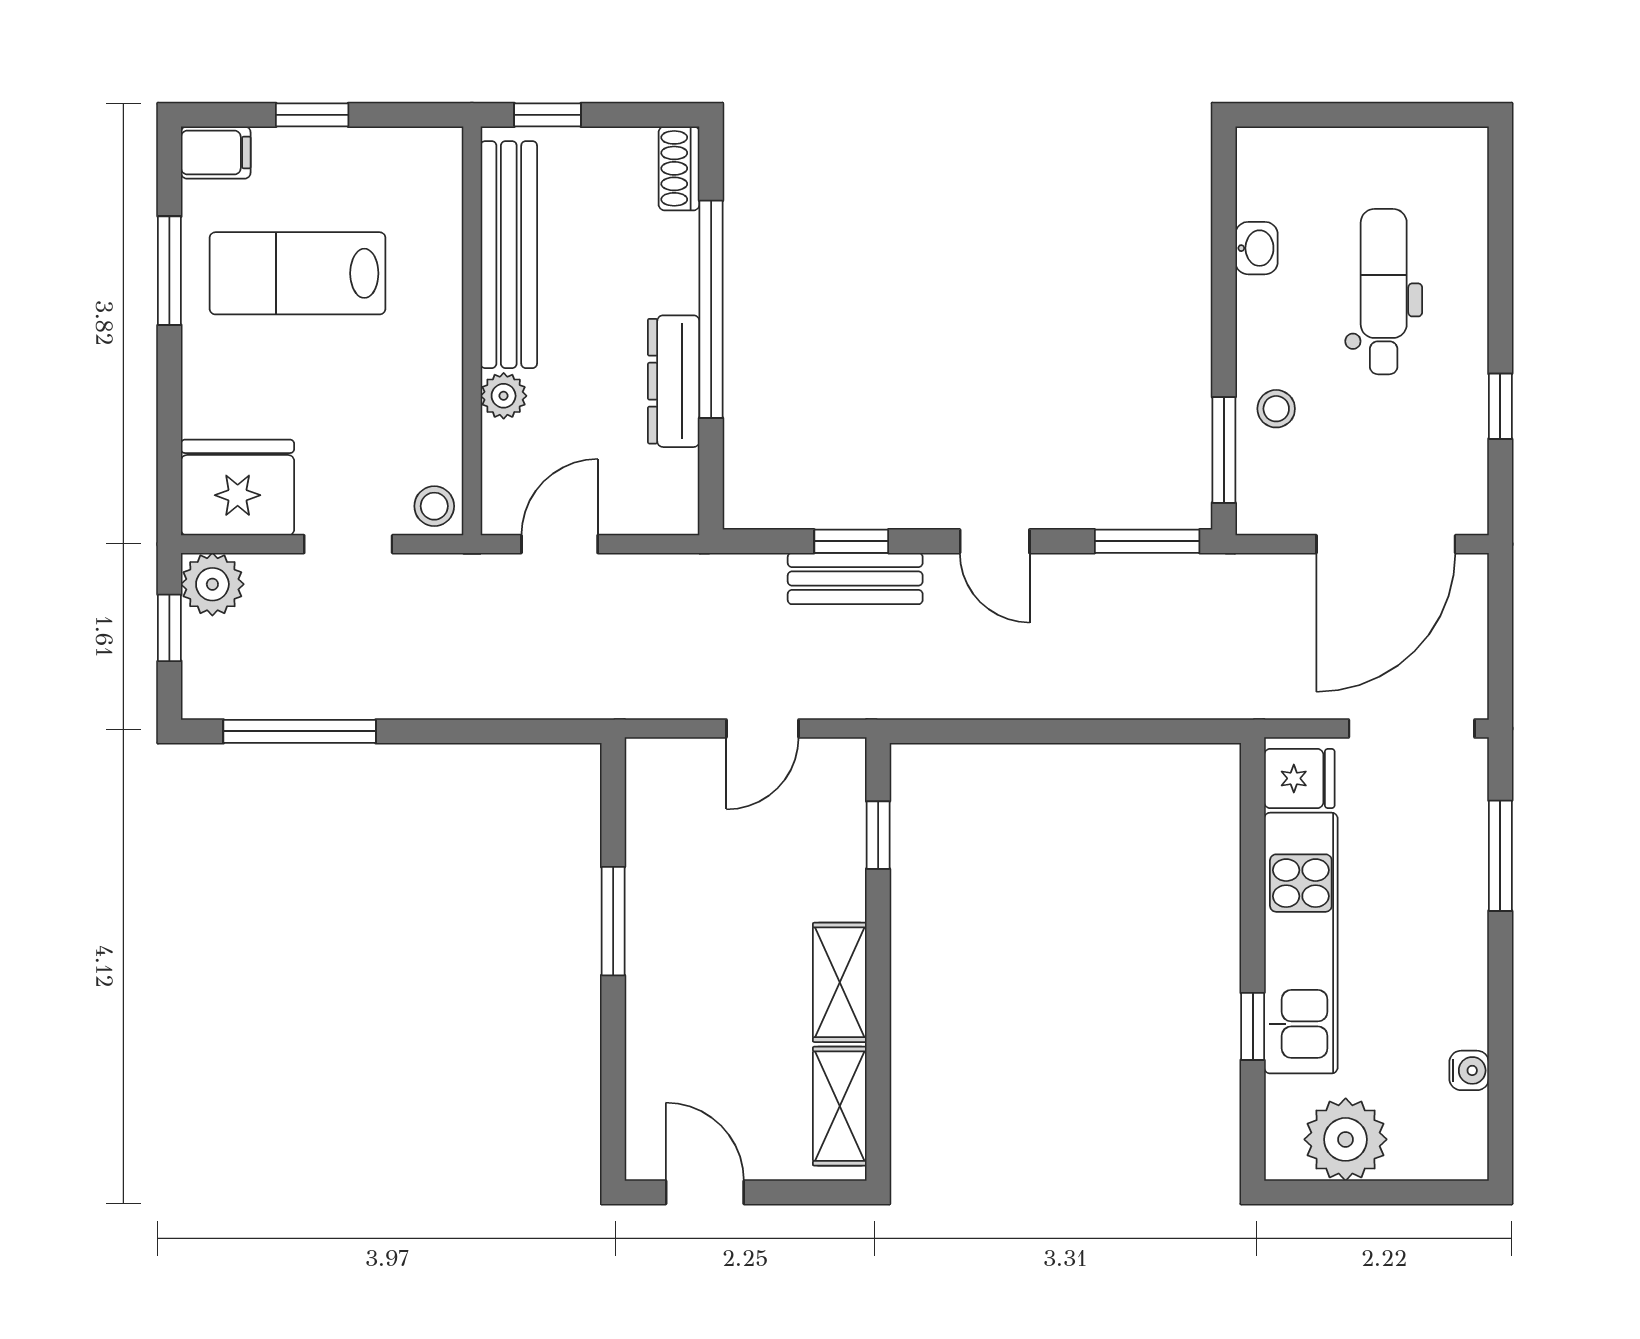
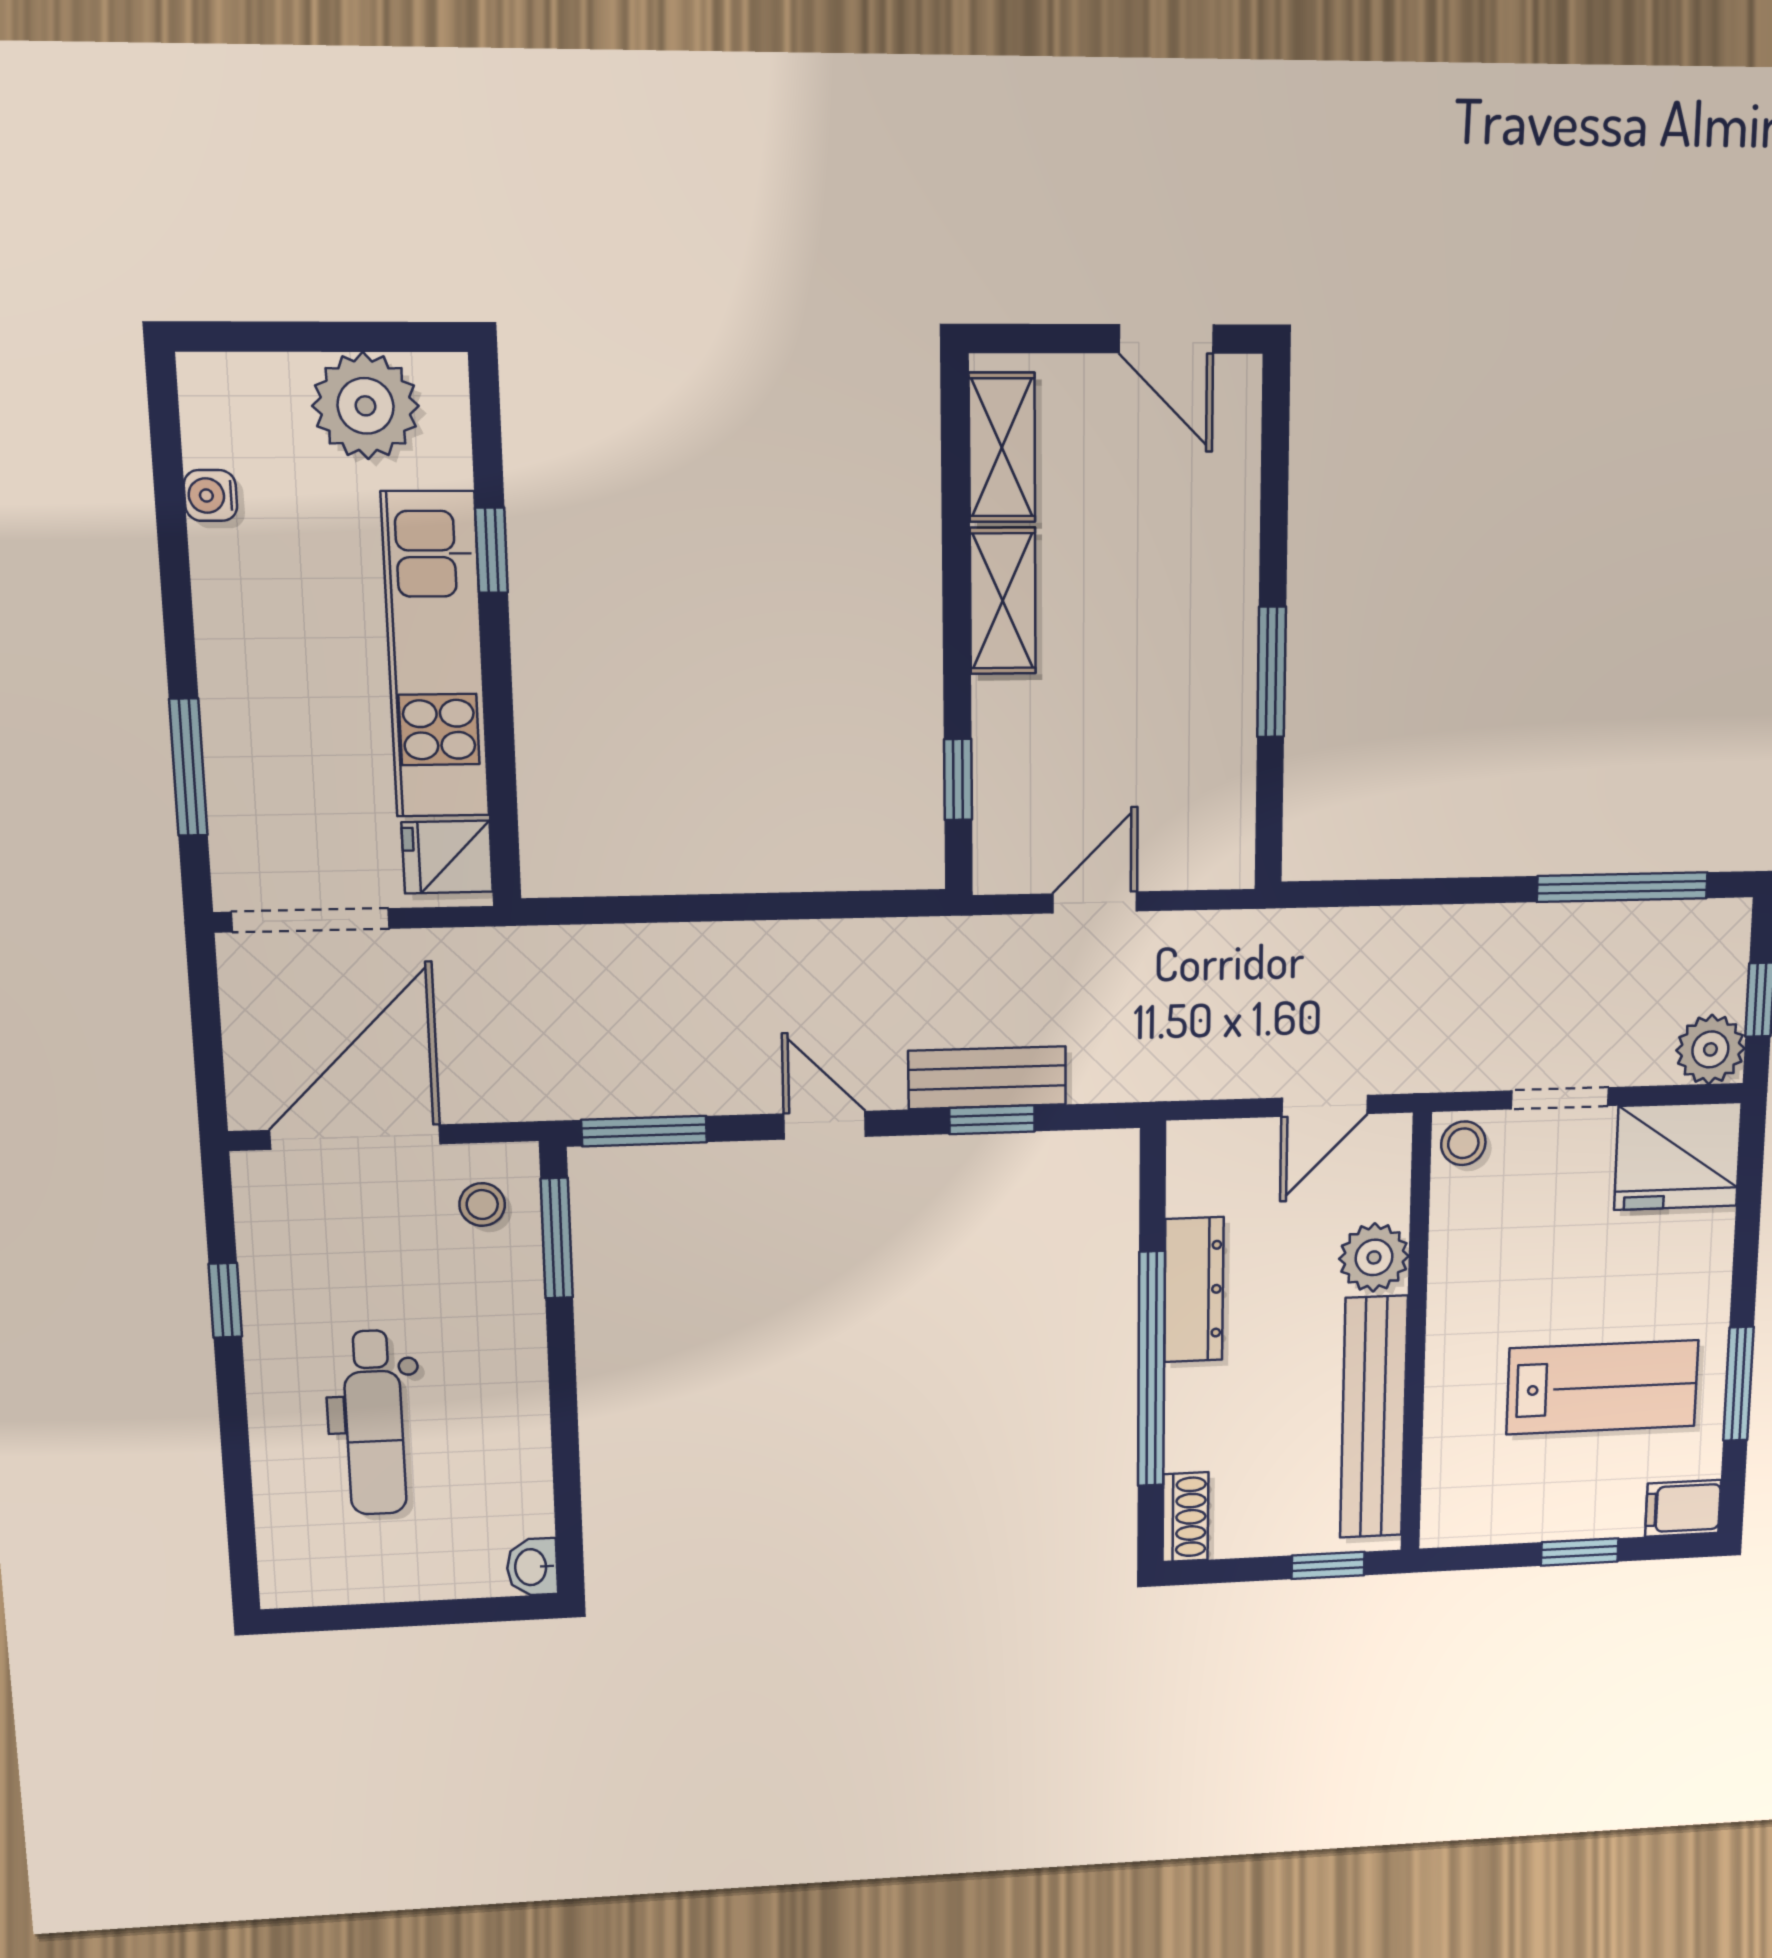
washbasin: (1257, 248) -> (532, 1567), moved
plant: (504, 396) -> (1374, 1257), width x1.38, depth x1.38
stool: (1276, 409) -> (482, 1205), moved

